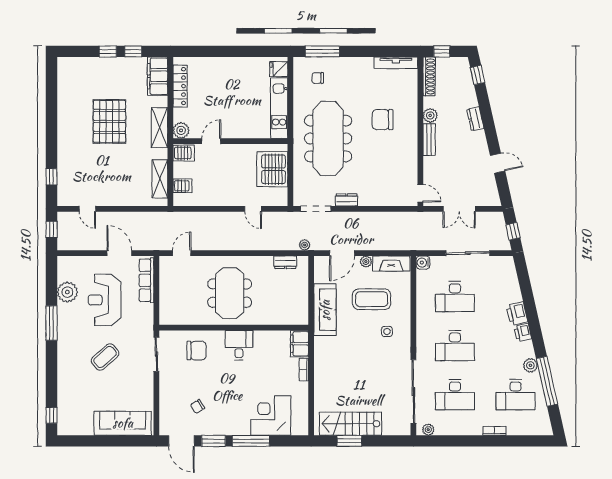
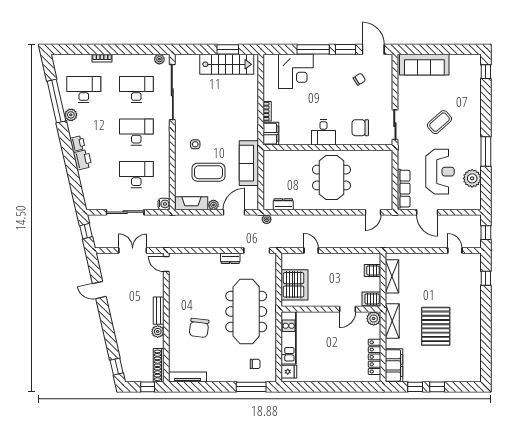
dresser: (475, 119) -> (119, 329), removed
chair: (383, 120) -> (199, 328), turned 97

